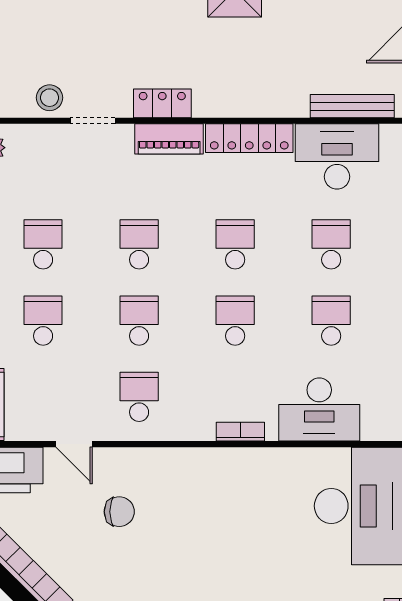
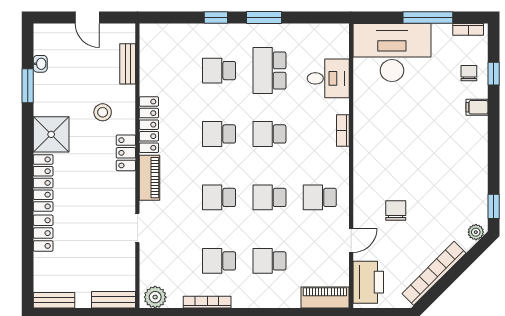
stool: (50, 98) -> (103, 112), moved
locker: (162, 103) -> (126, 153), moved
bench: (352, 106) -> (128, 64), width x0.73
desk: (337, 156) -> (161, 67), removed
school desk: (331, 321) -> (269, 71), width x1.85
desk: (319, 410) -> (328, 78), width x0.73

